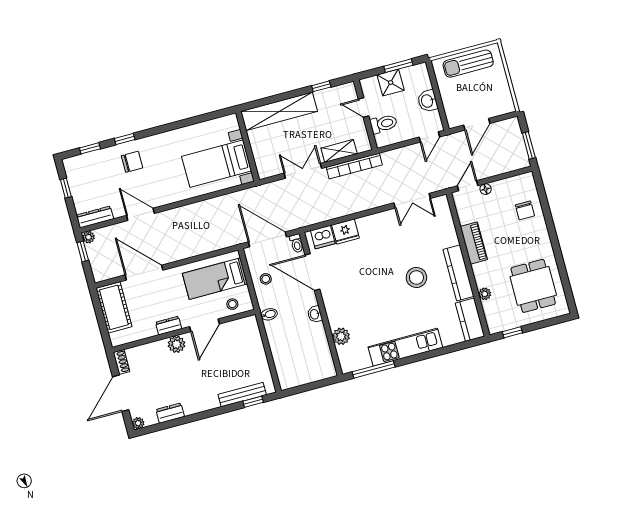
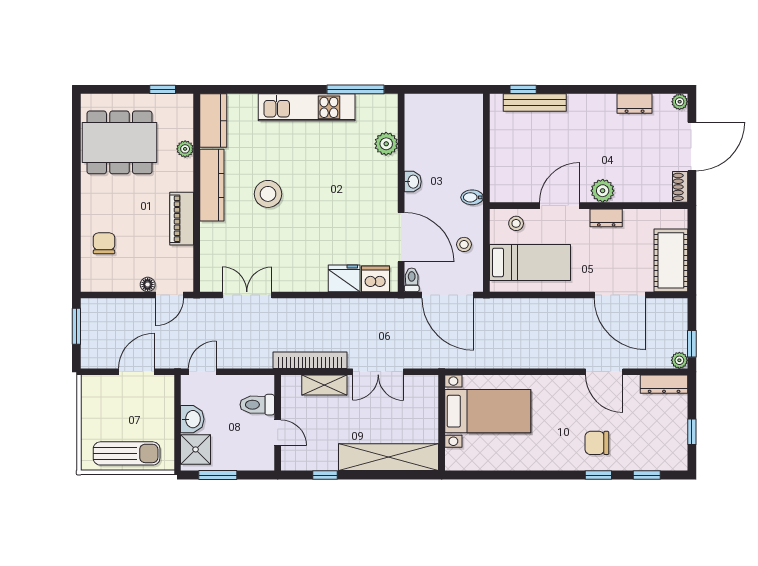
shower: (391, 83) -> (196, 449), moved
dining table: (533, 286) -> (119, 142), width x1.38

